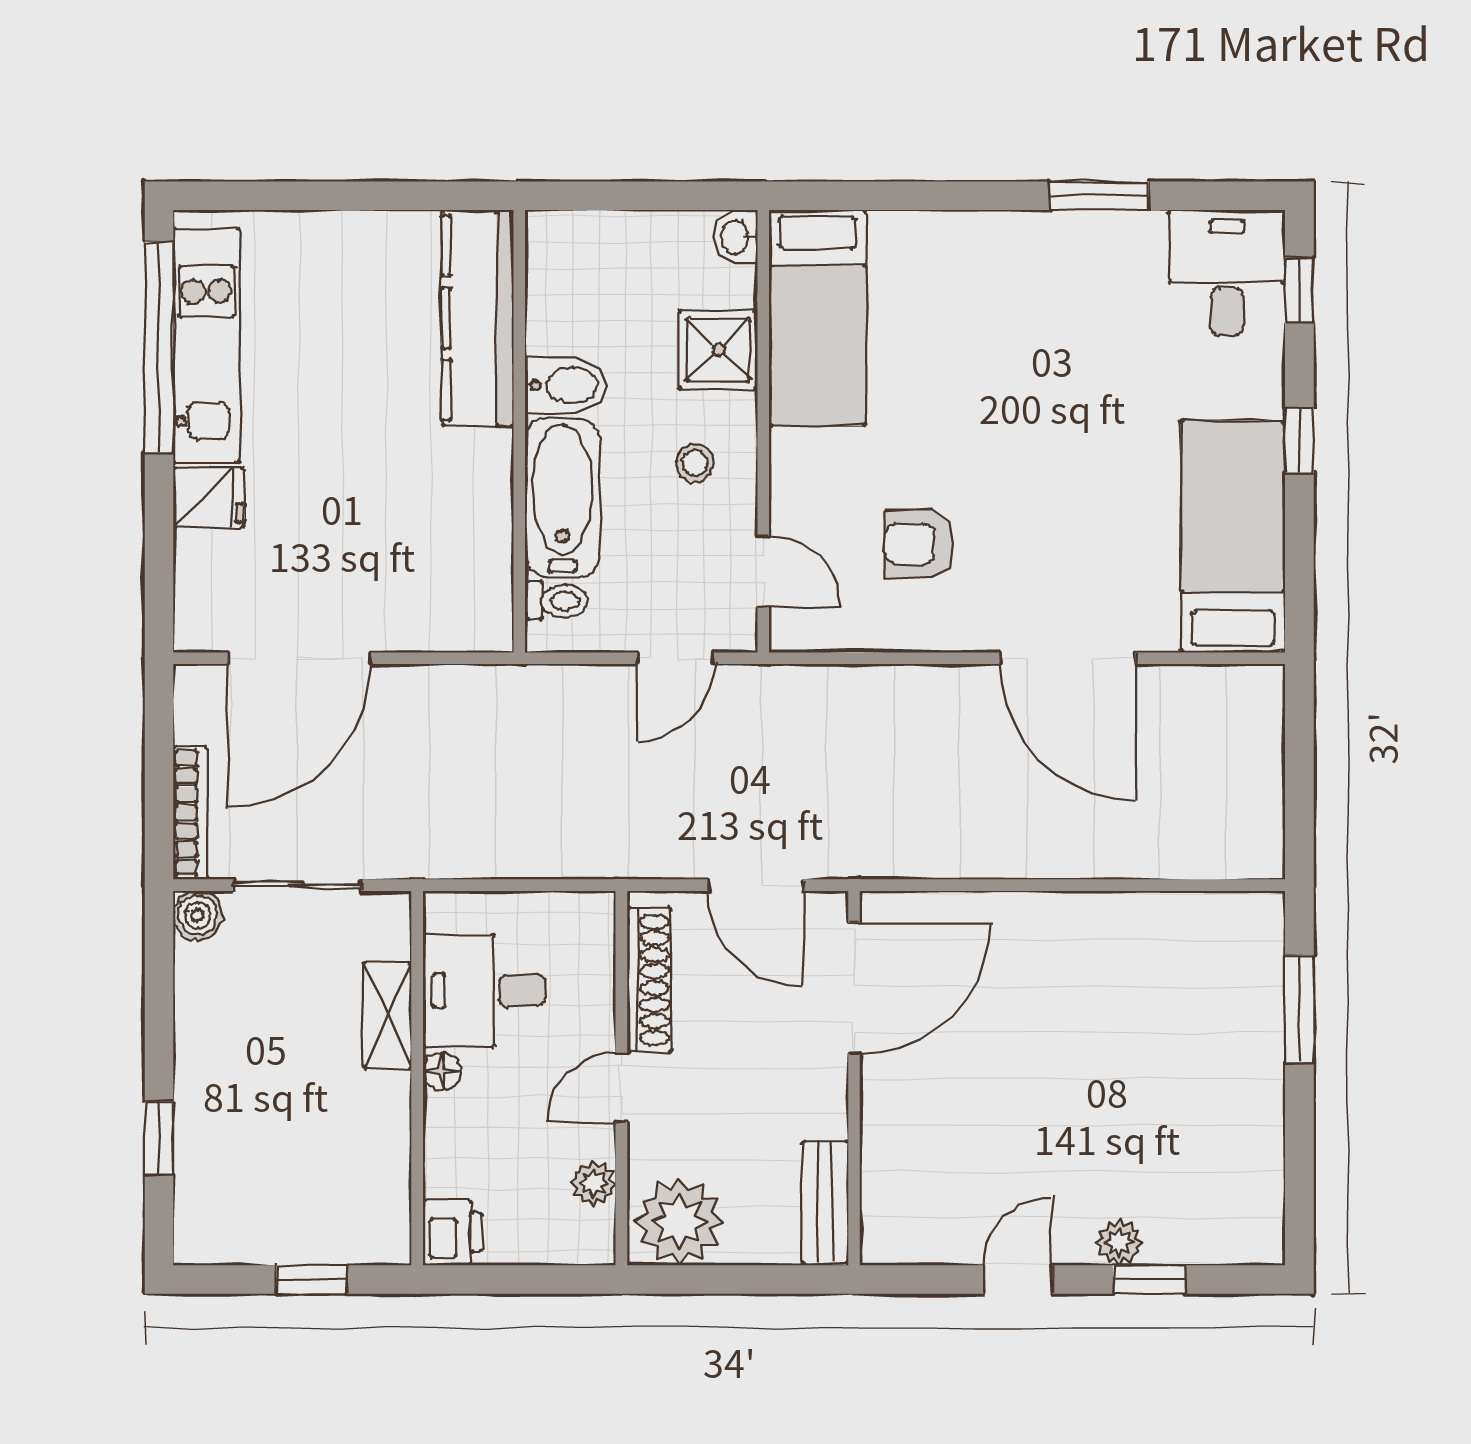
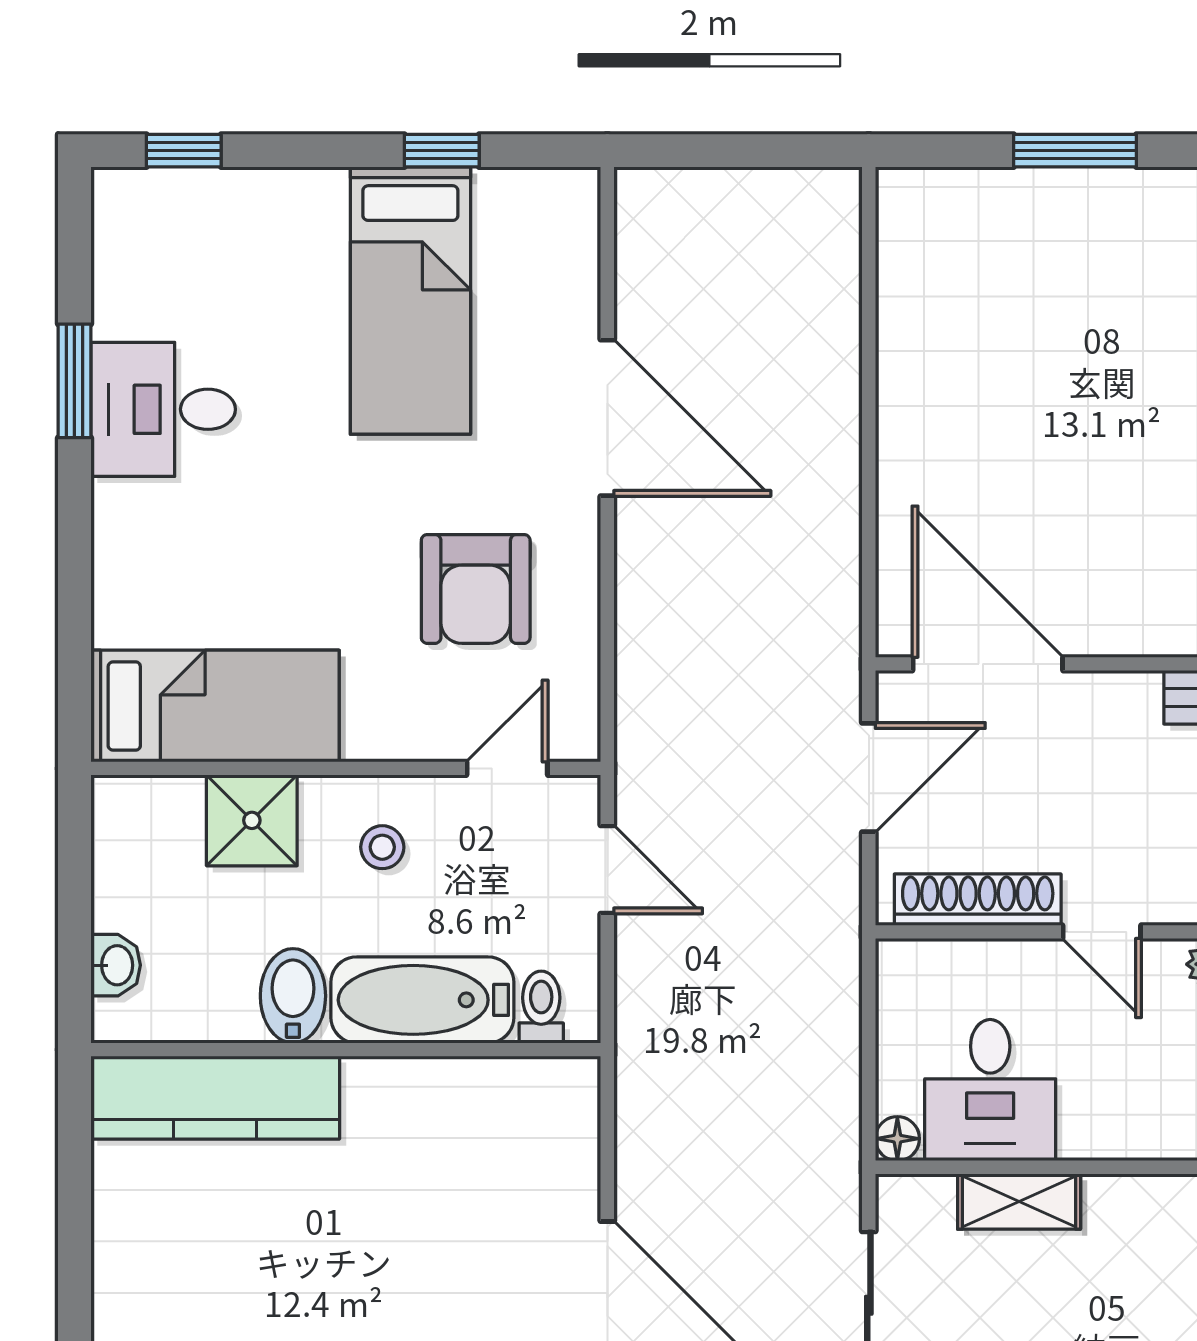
washbasin: (736, 237) -> (116, 965), moved, turned -90
desk: (1227, 273) -> (163, 409), moved
window: (1299, 441) -> (442, 151), moved
bed: (1233, 537) -> (410, 301), moved, turned -90
armchair: (919, 544) -> (476, 589), width x1.38, depth x1.38
door: (1068, 658) -> (607, 418), hinge flipped
window: (1299, 1009) -> (1075, 151), moved
floor lamp: (442, 1071) -> (897, 1139), moved

